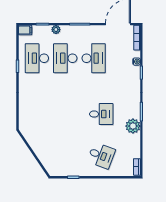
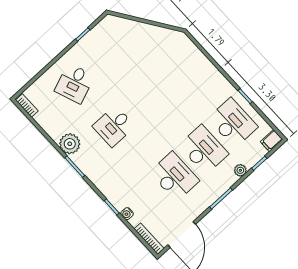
desk: (94, 58) -> (174, 176), turned 180
desk: (101, 156) -> (74, 83), turned -42

